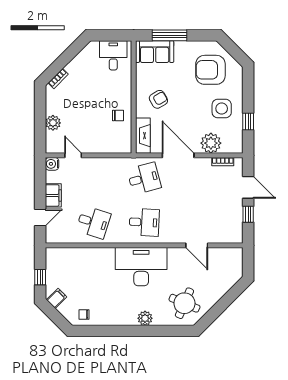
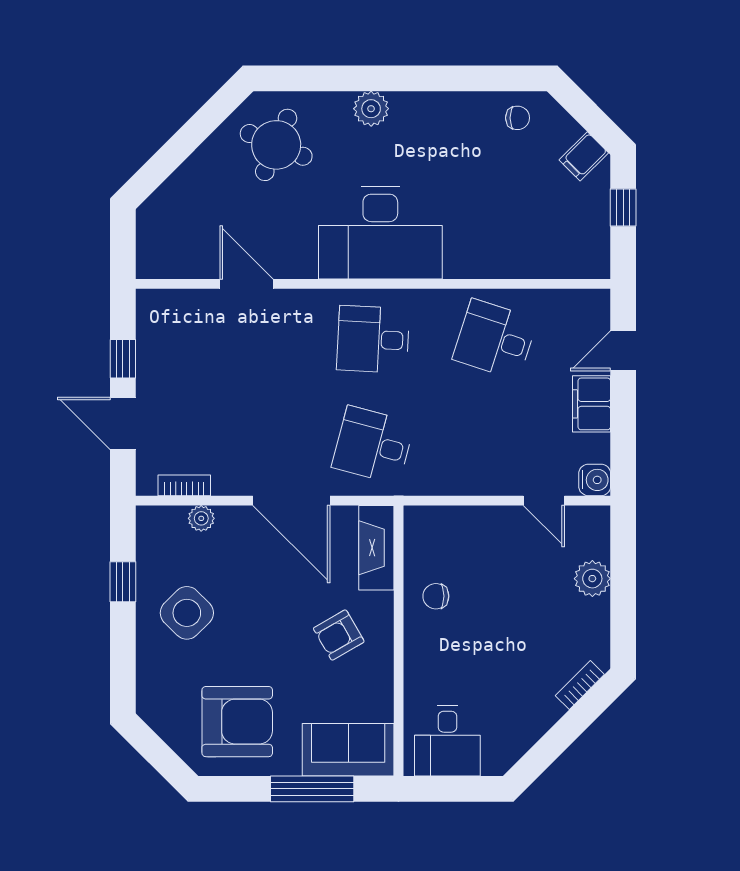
armchair: (210, 70) -> (237, 722), moved
side table: (222, 109) -> (187, 613), turned 45
plant: (211, 143) -> (201, 518), width x0.53, depth x0.53
desk: (144, 178) -> (373, 445), turned 30

